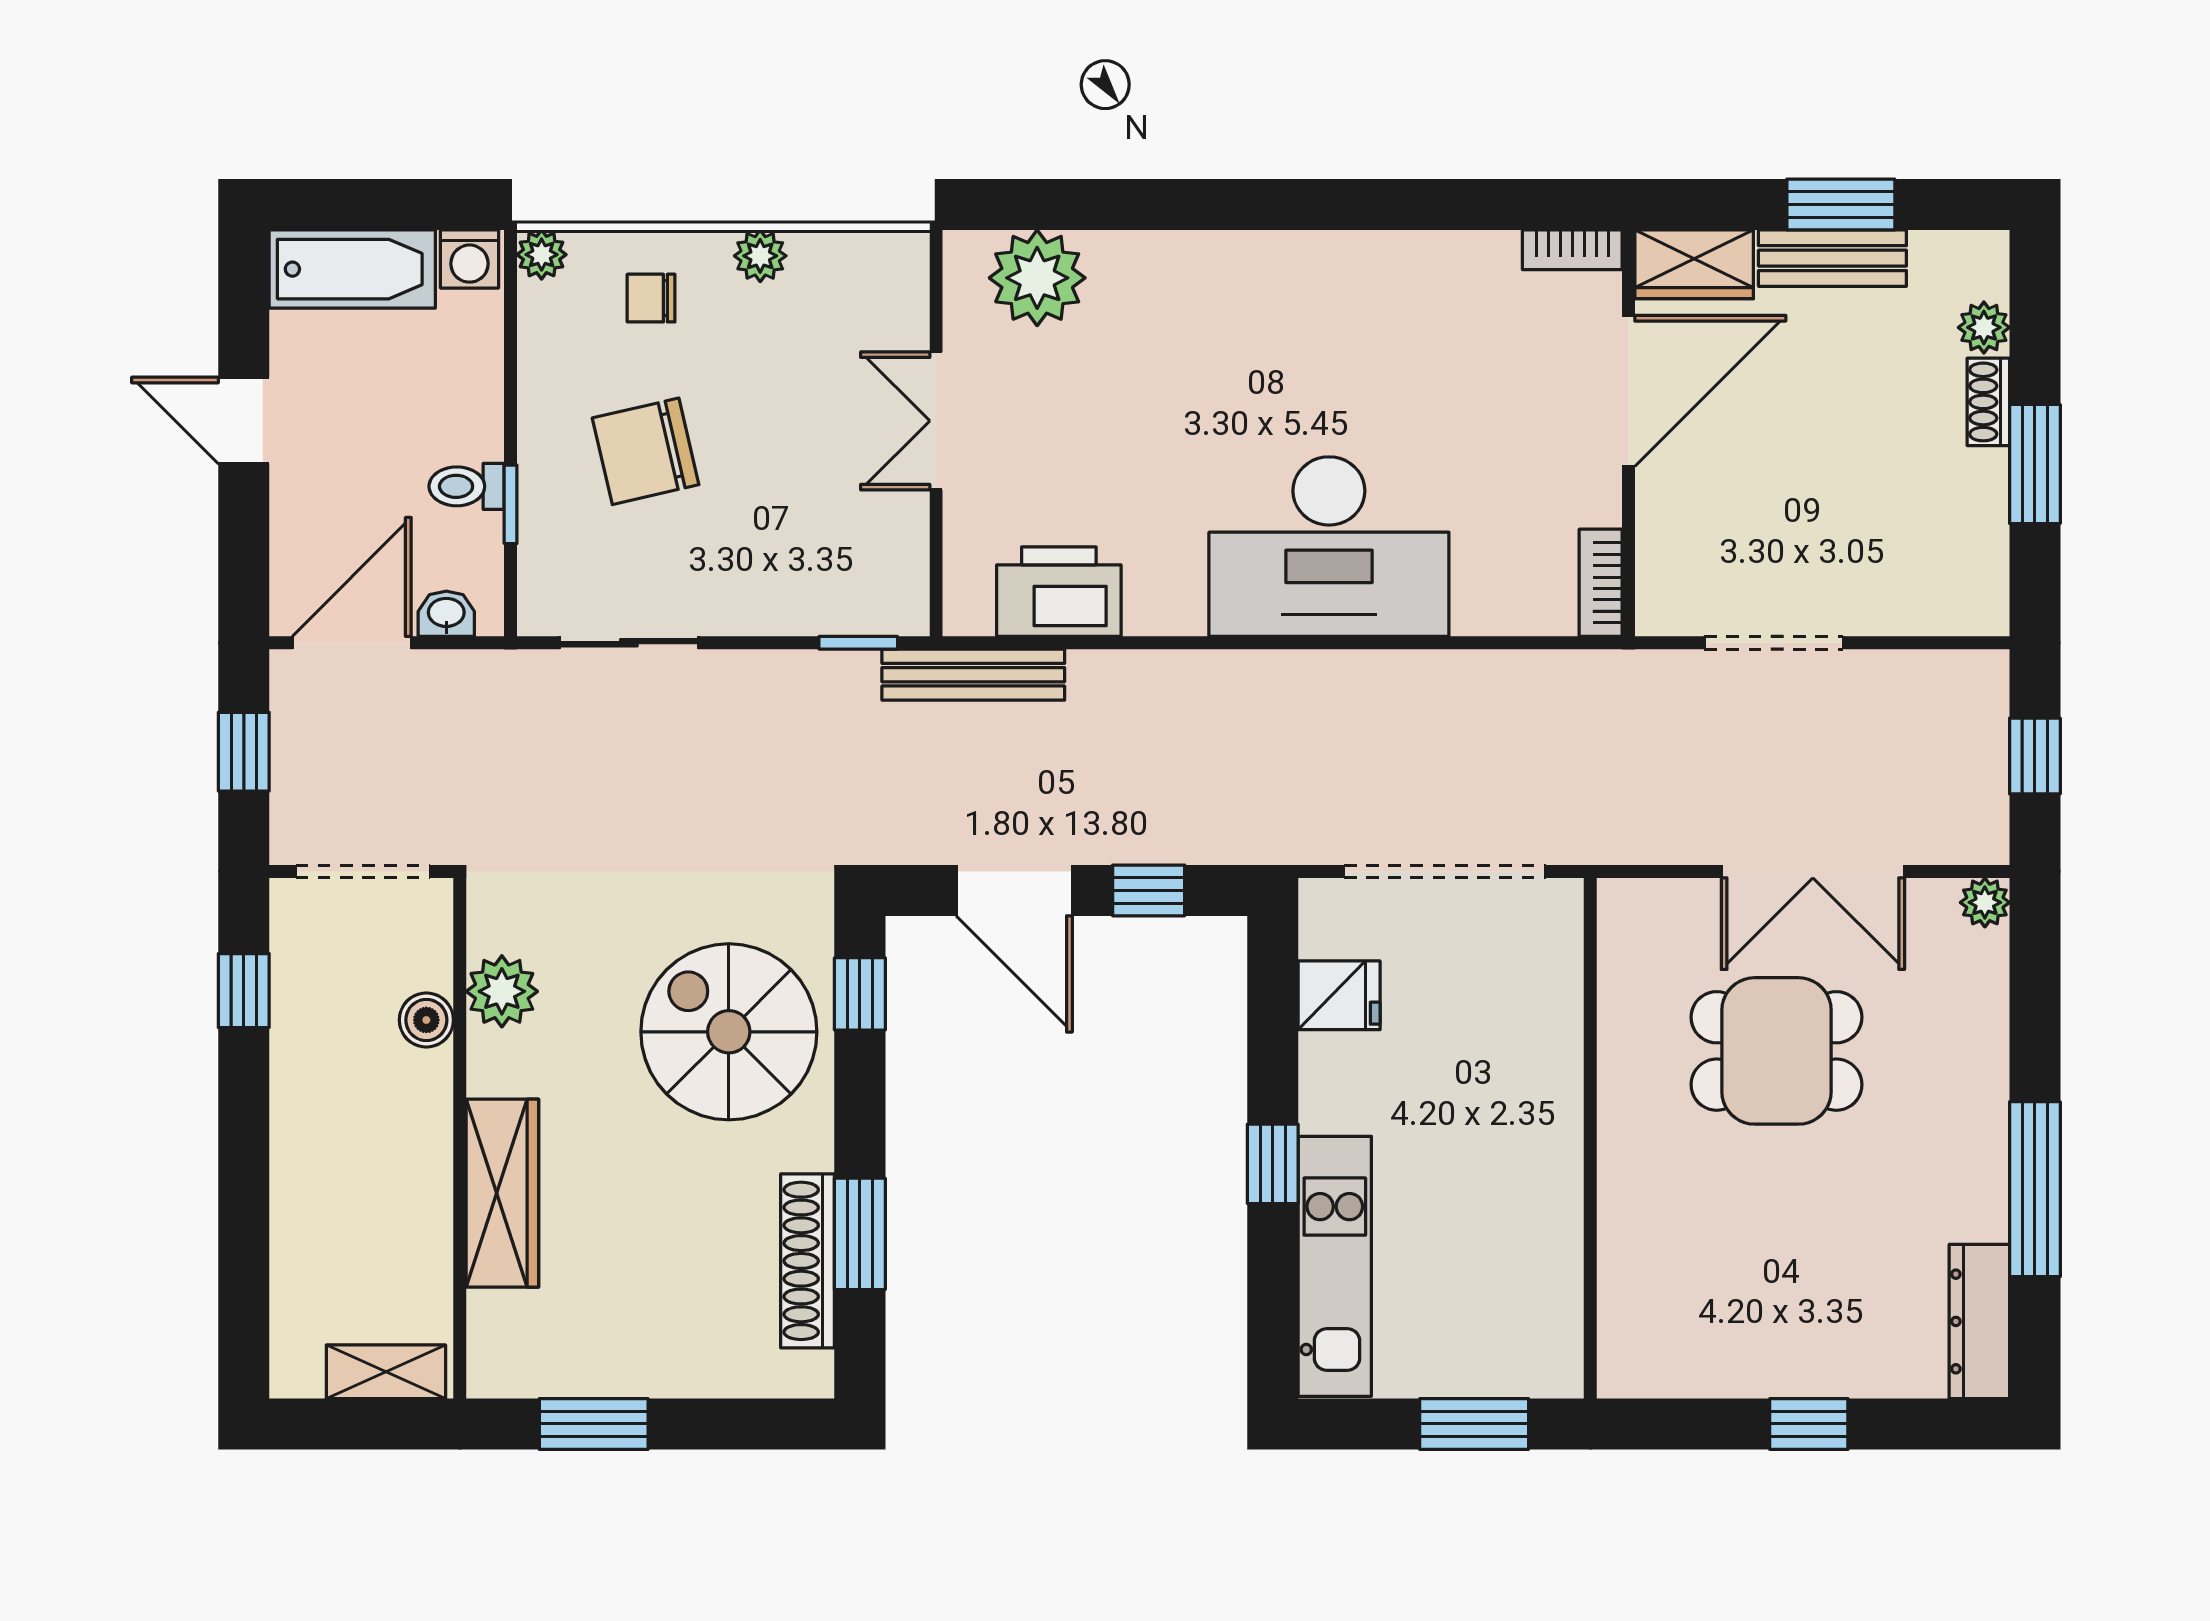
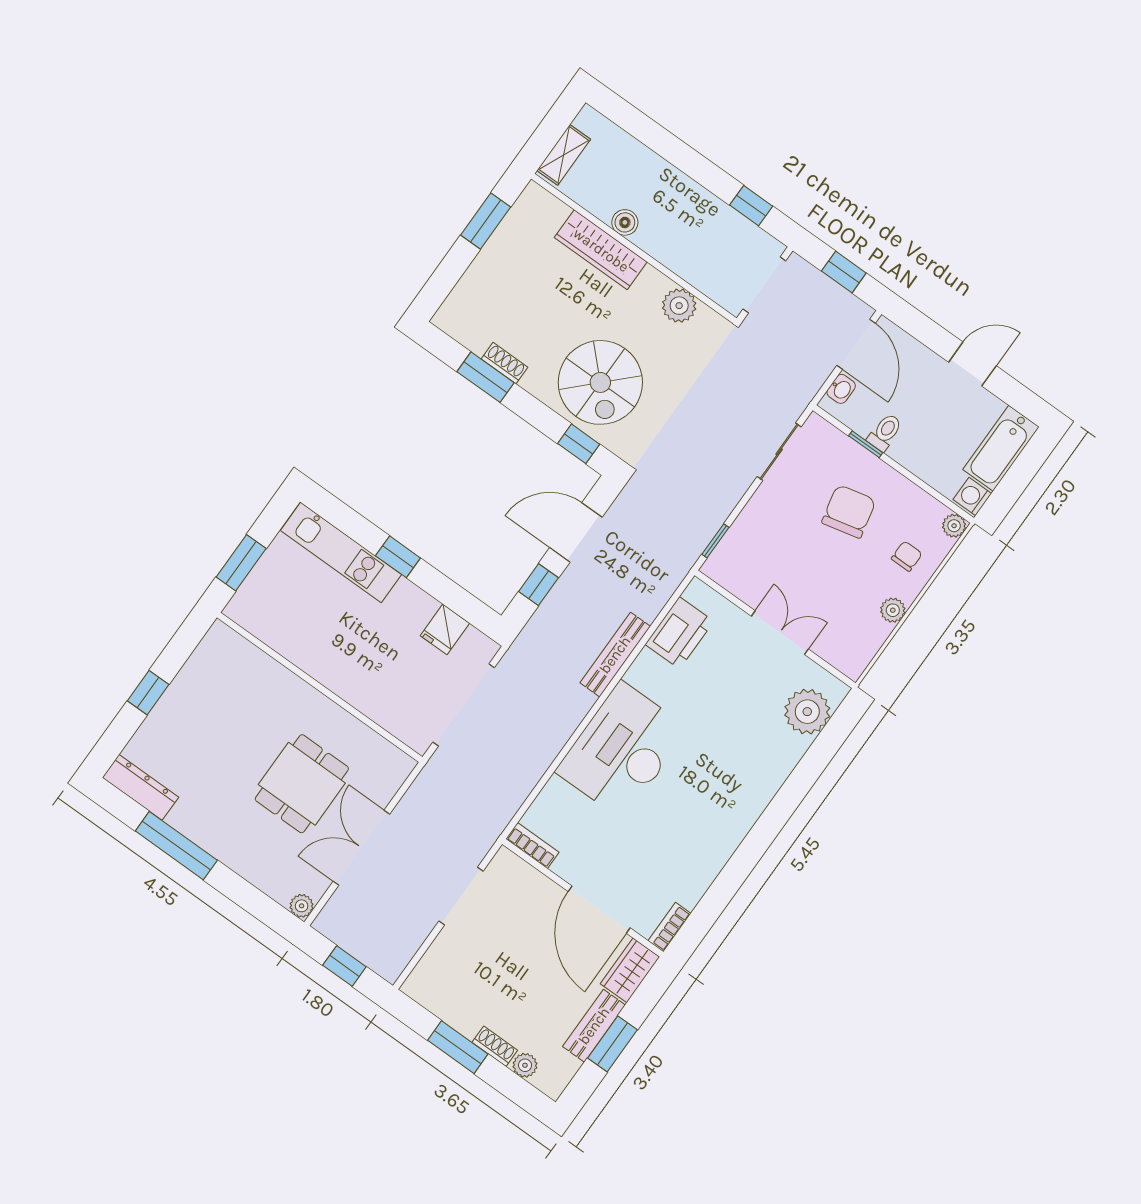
bench: (973, 675) -> (615, 655), moved
boiler: (426, 1020) -> (625, 222), moved
spiral stairs: (729, 1032) -> (600, 382), turned 90
shoe rack: (808, 1261) -> (505, 363), width x0.51, depth x0.81

